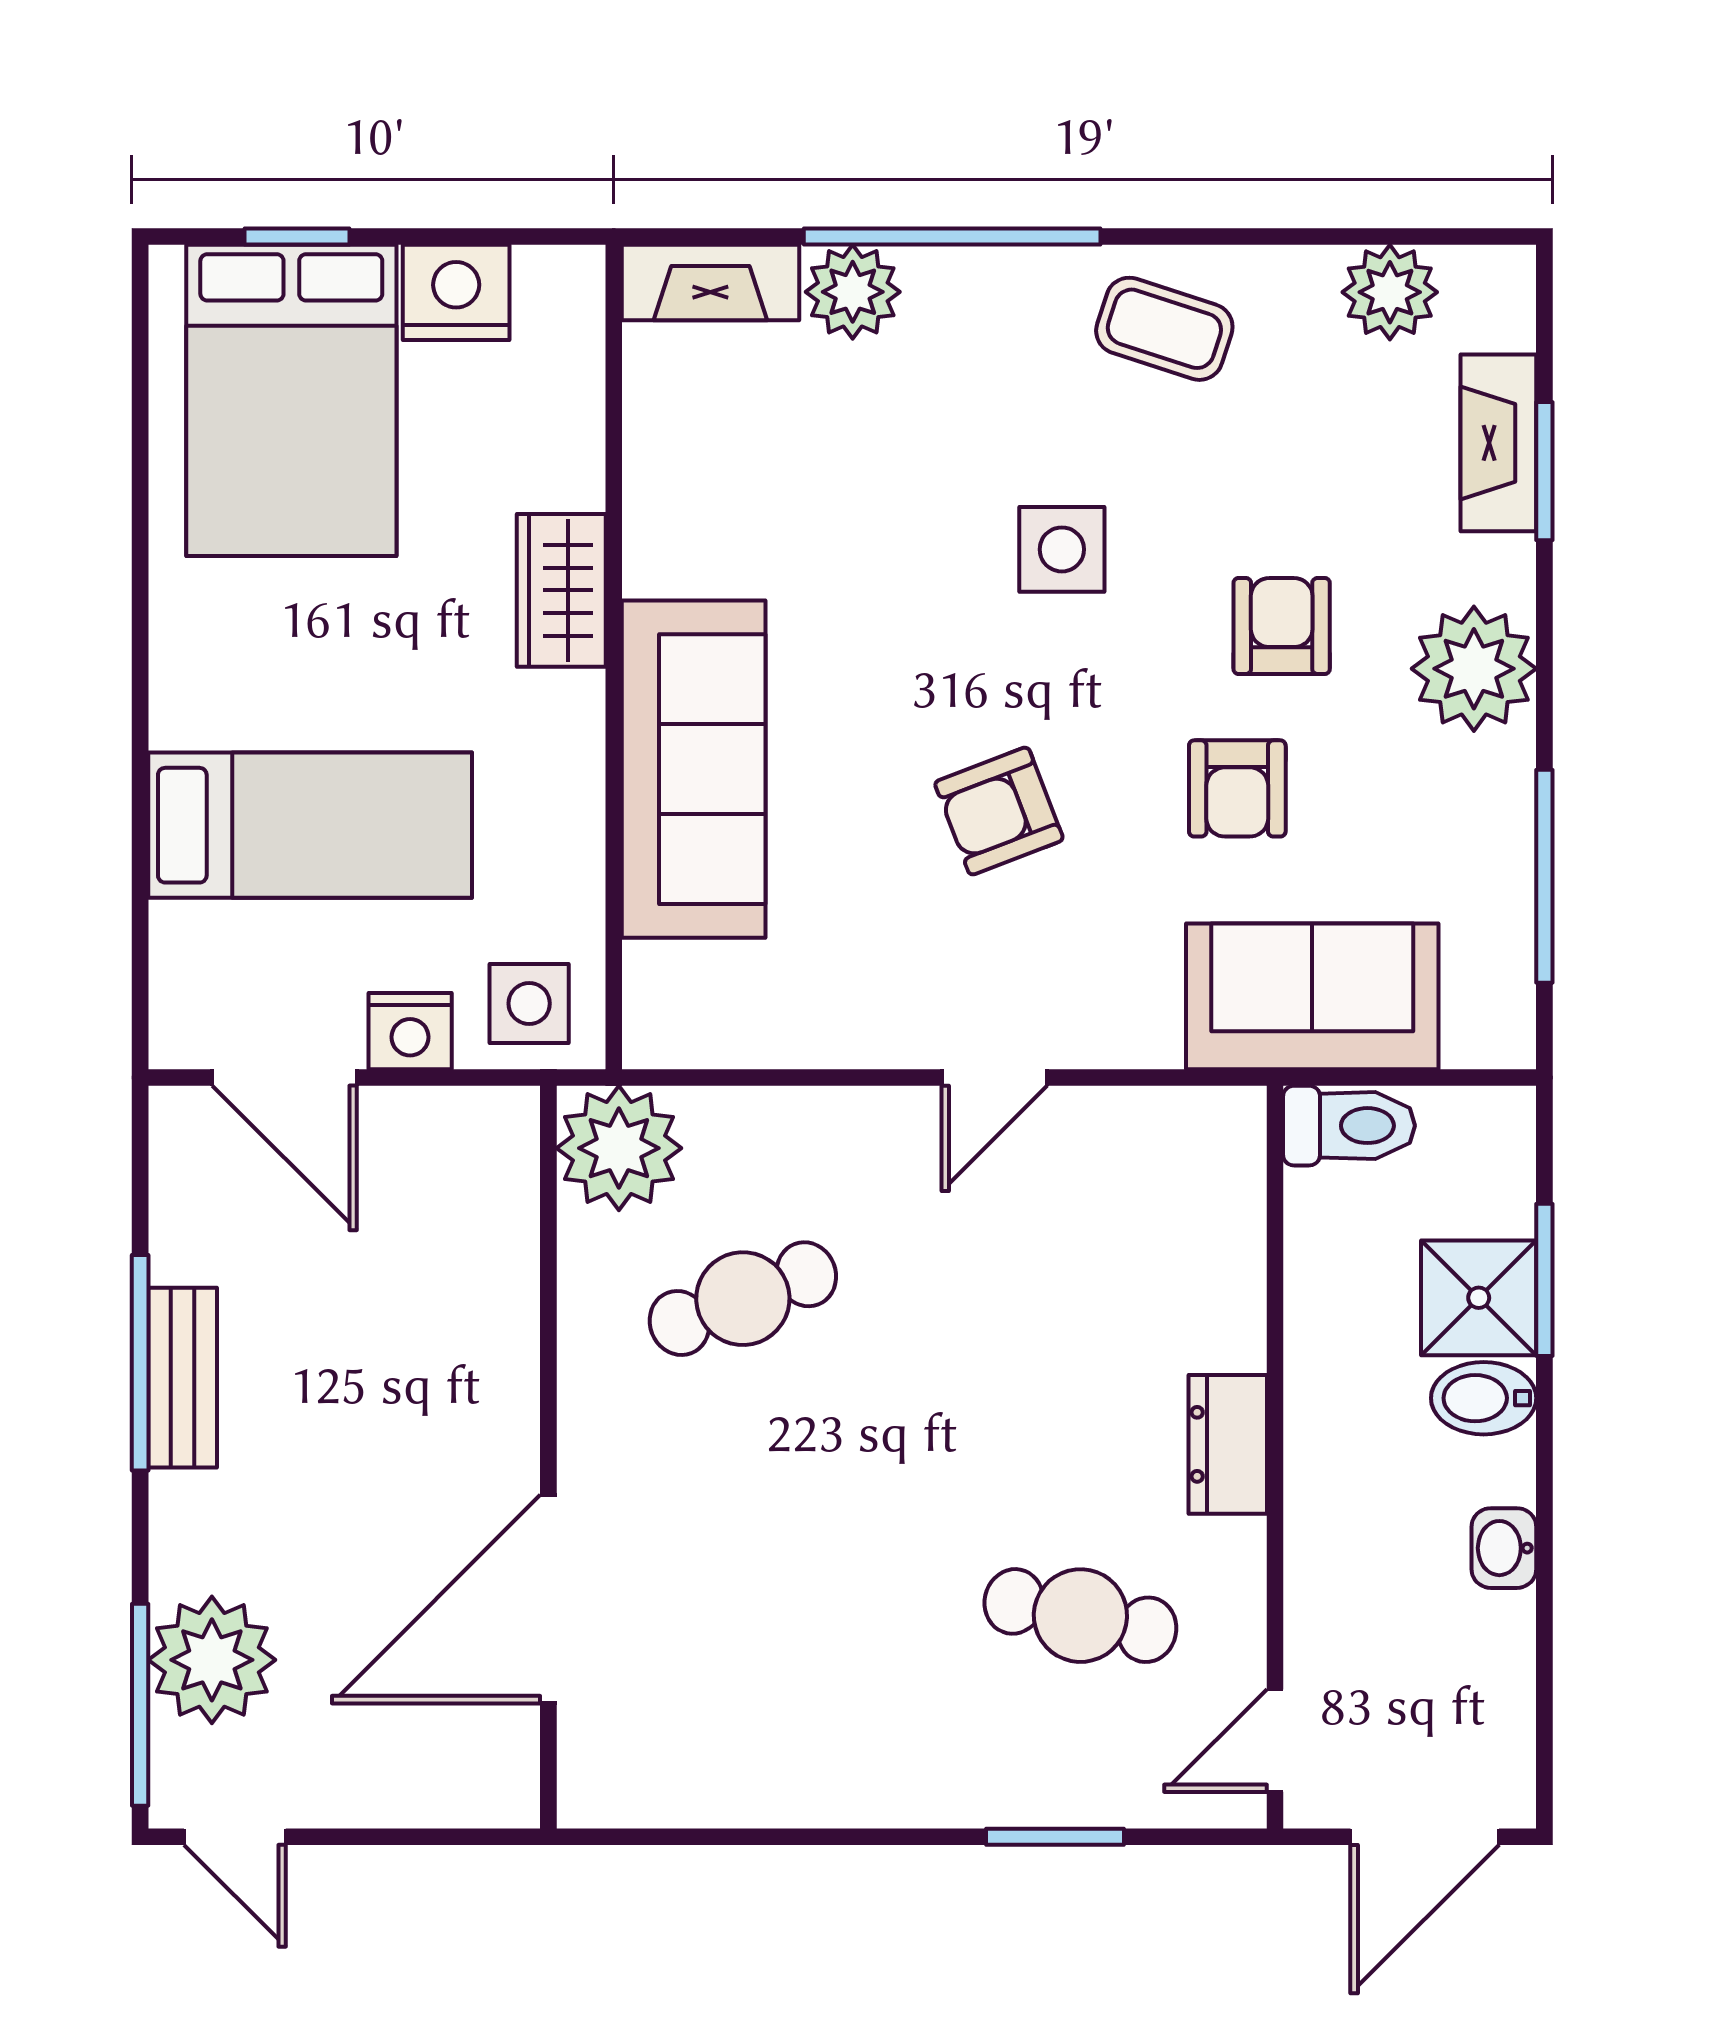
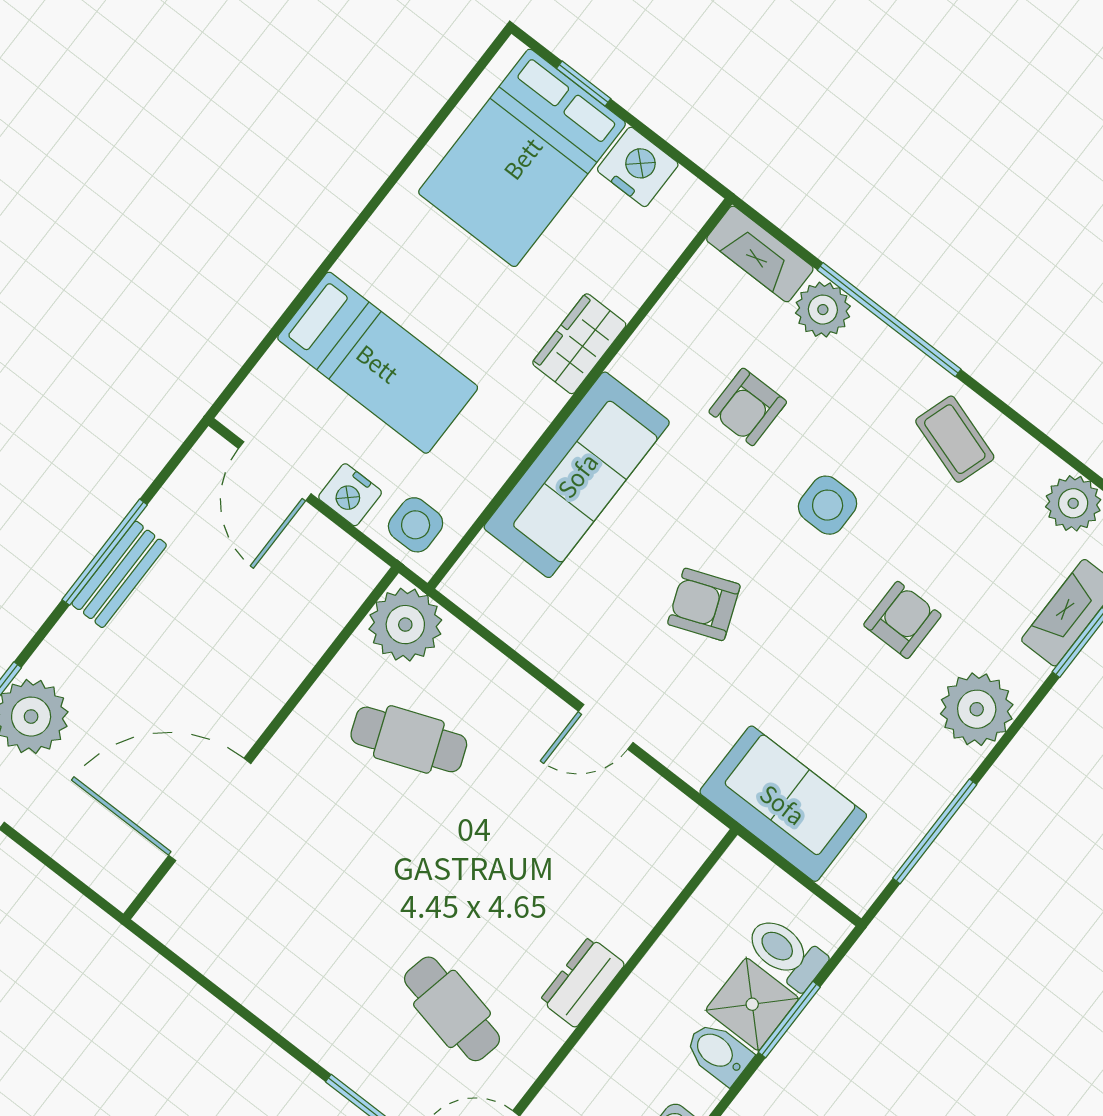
armchair: (1237, 788) -> (748, 407), moved
toilet: (1349, 1126) -> (786, 953), moved, turned 180

